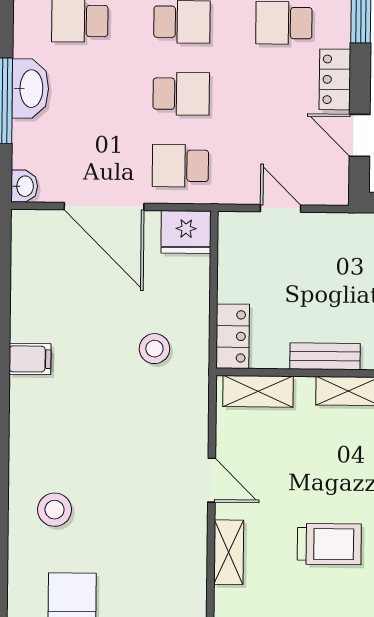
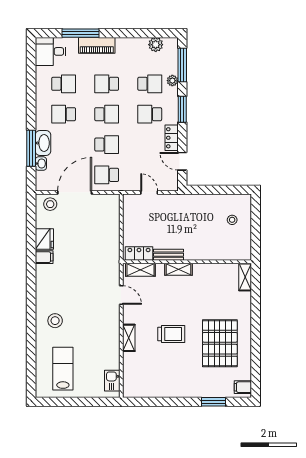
washbasin: (24, 186) -> (41, 164), moved
door: (104, 207) -> (75, 192), swing flipped
fridge: (186, 232) -> (44, 239), moved, turned -90
locker: (233, 336) -> (139, 253), moved, turned -90
stool: (154, 349) -> (50, 204), moved
door: (212, 480) -> (121, 295), moved

